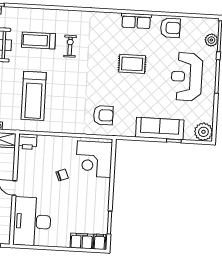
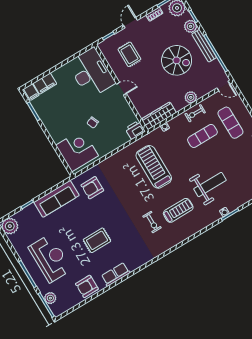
sofa: (160, 128) -> (56, 199), moved

